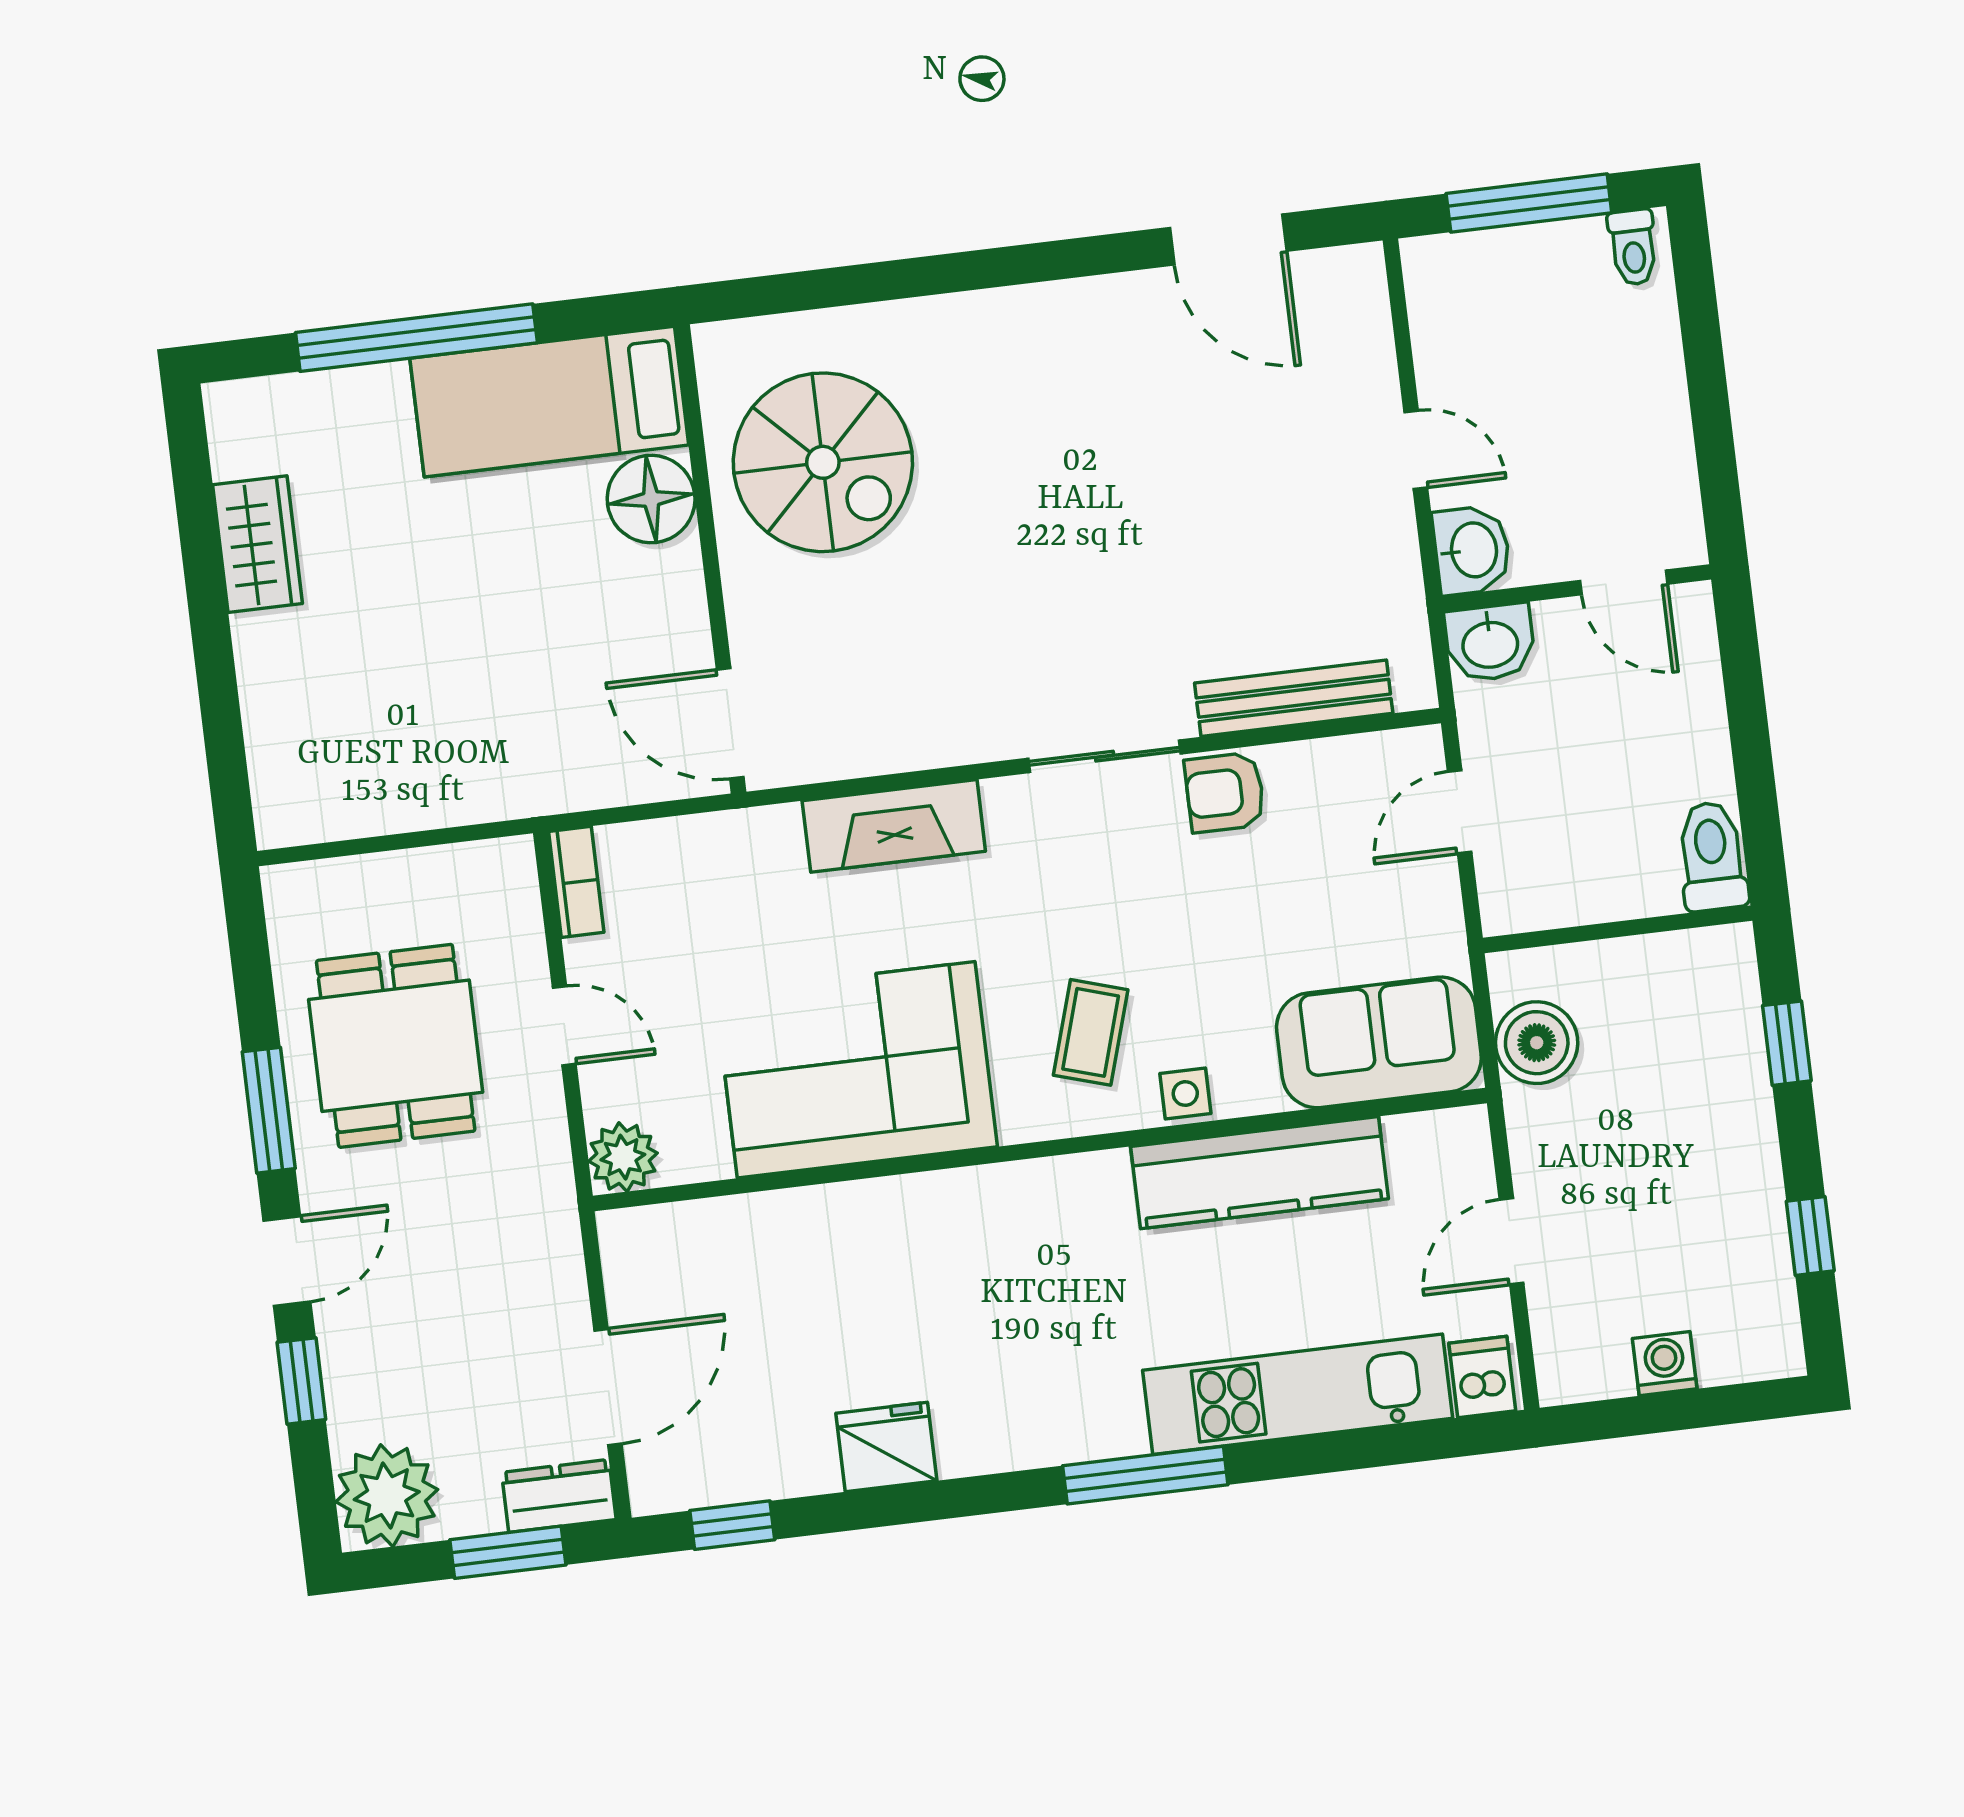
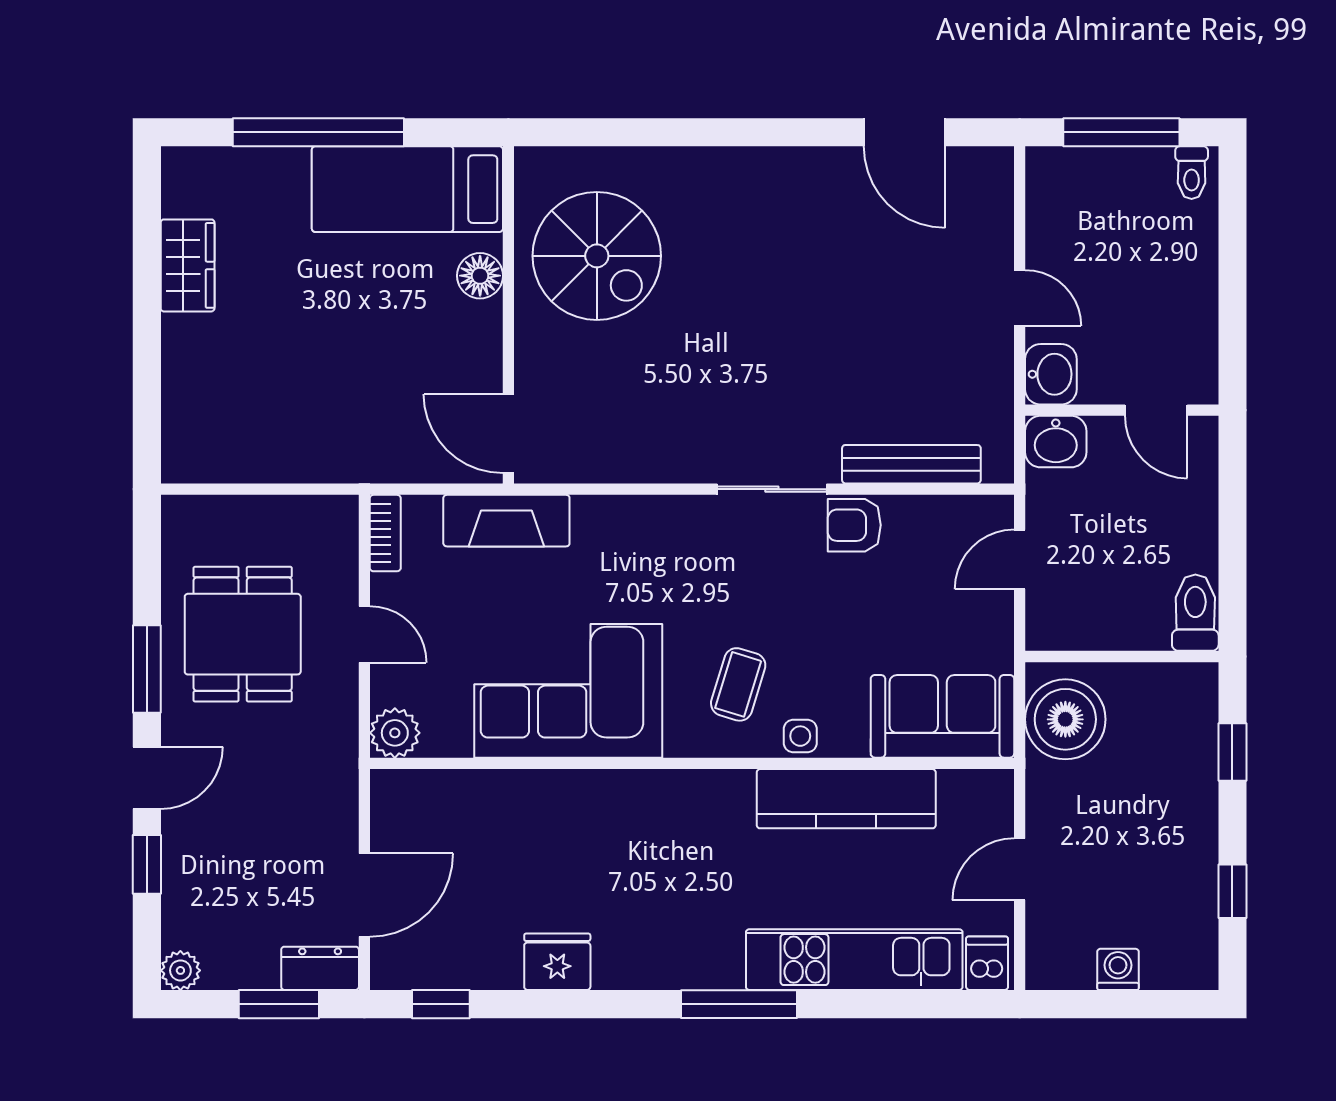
floor lamp: (651, 499) -> (480, 276), width x0.73, depth x0.73
fireplace: (894, 826) -> (506, 521), moved
boiler: (1537, 1043) -> (1065, 719), width x1.37, depth x1.37
plant: (387, 1496) -> (180, 970), width x0.53, depth x0.53

